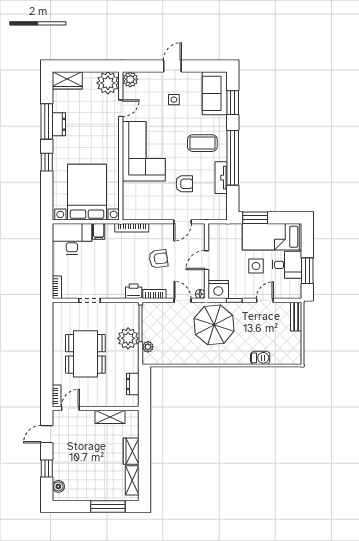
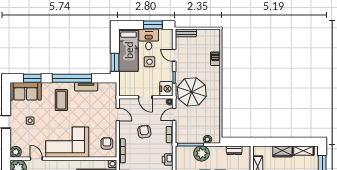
armchair: (184, 184) -> (107, 143), moved
printer: (134, 291) -> (168, 159), moved

